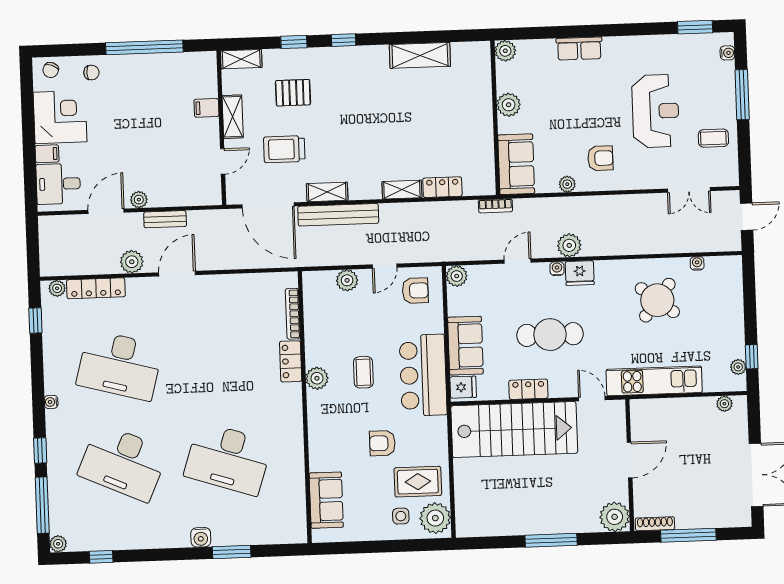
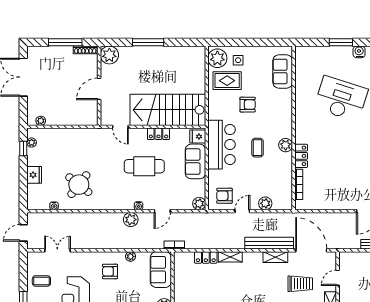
fridge: (580, 273) -> (34, 175), moved, turned 90
kitchen unit: (654, 381) -> (83, 136), removed

